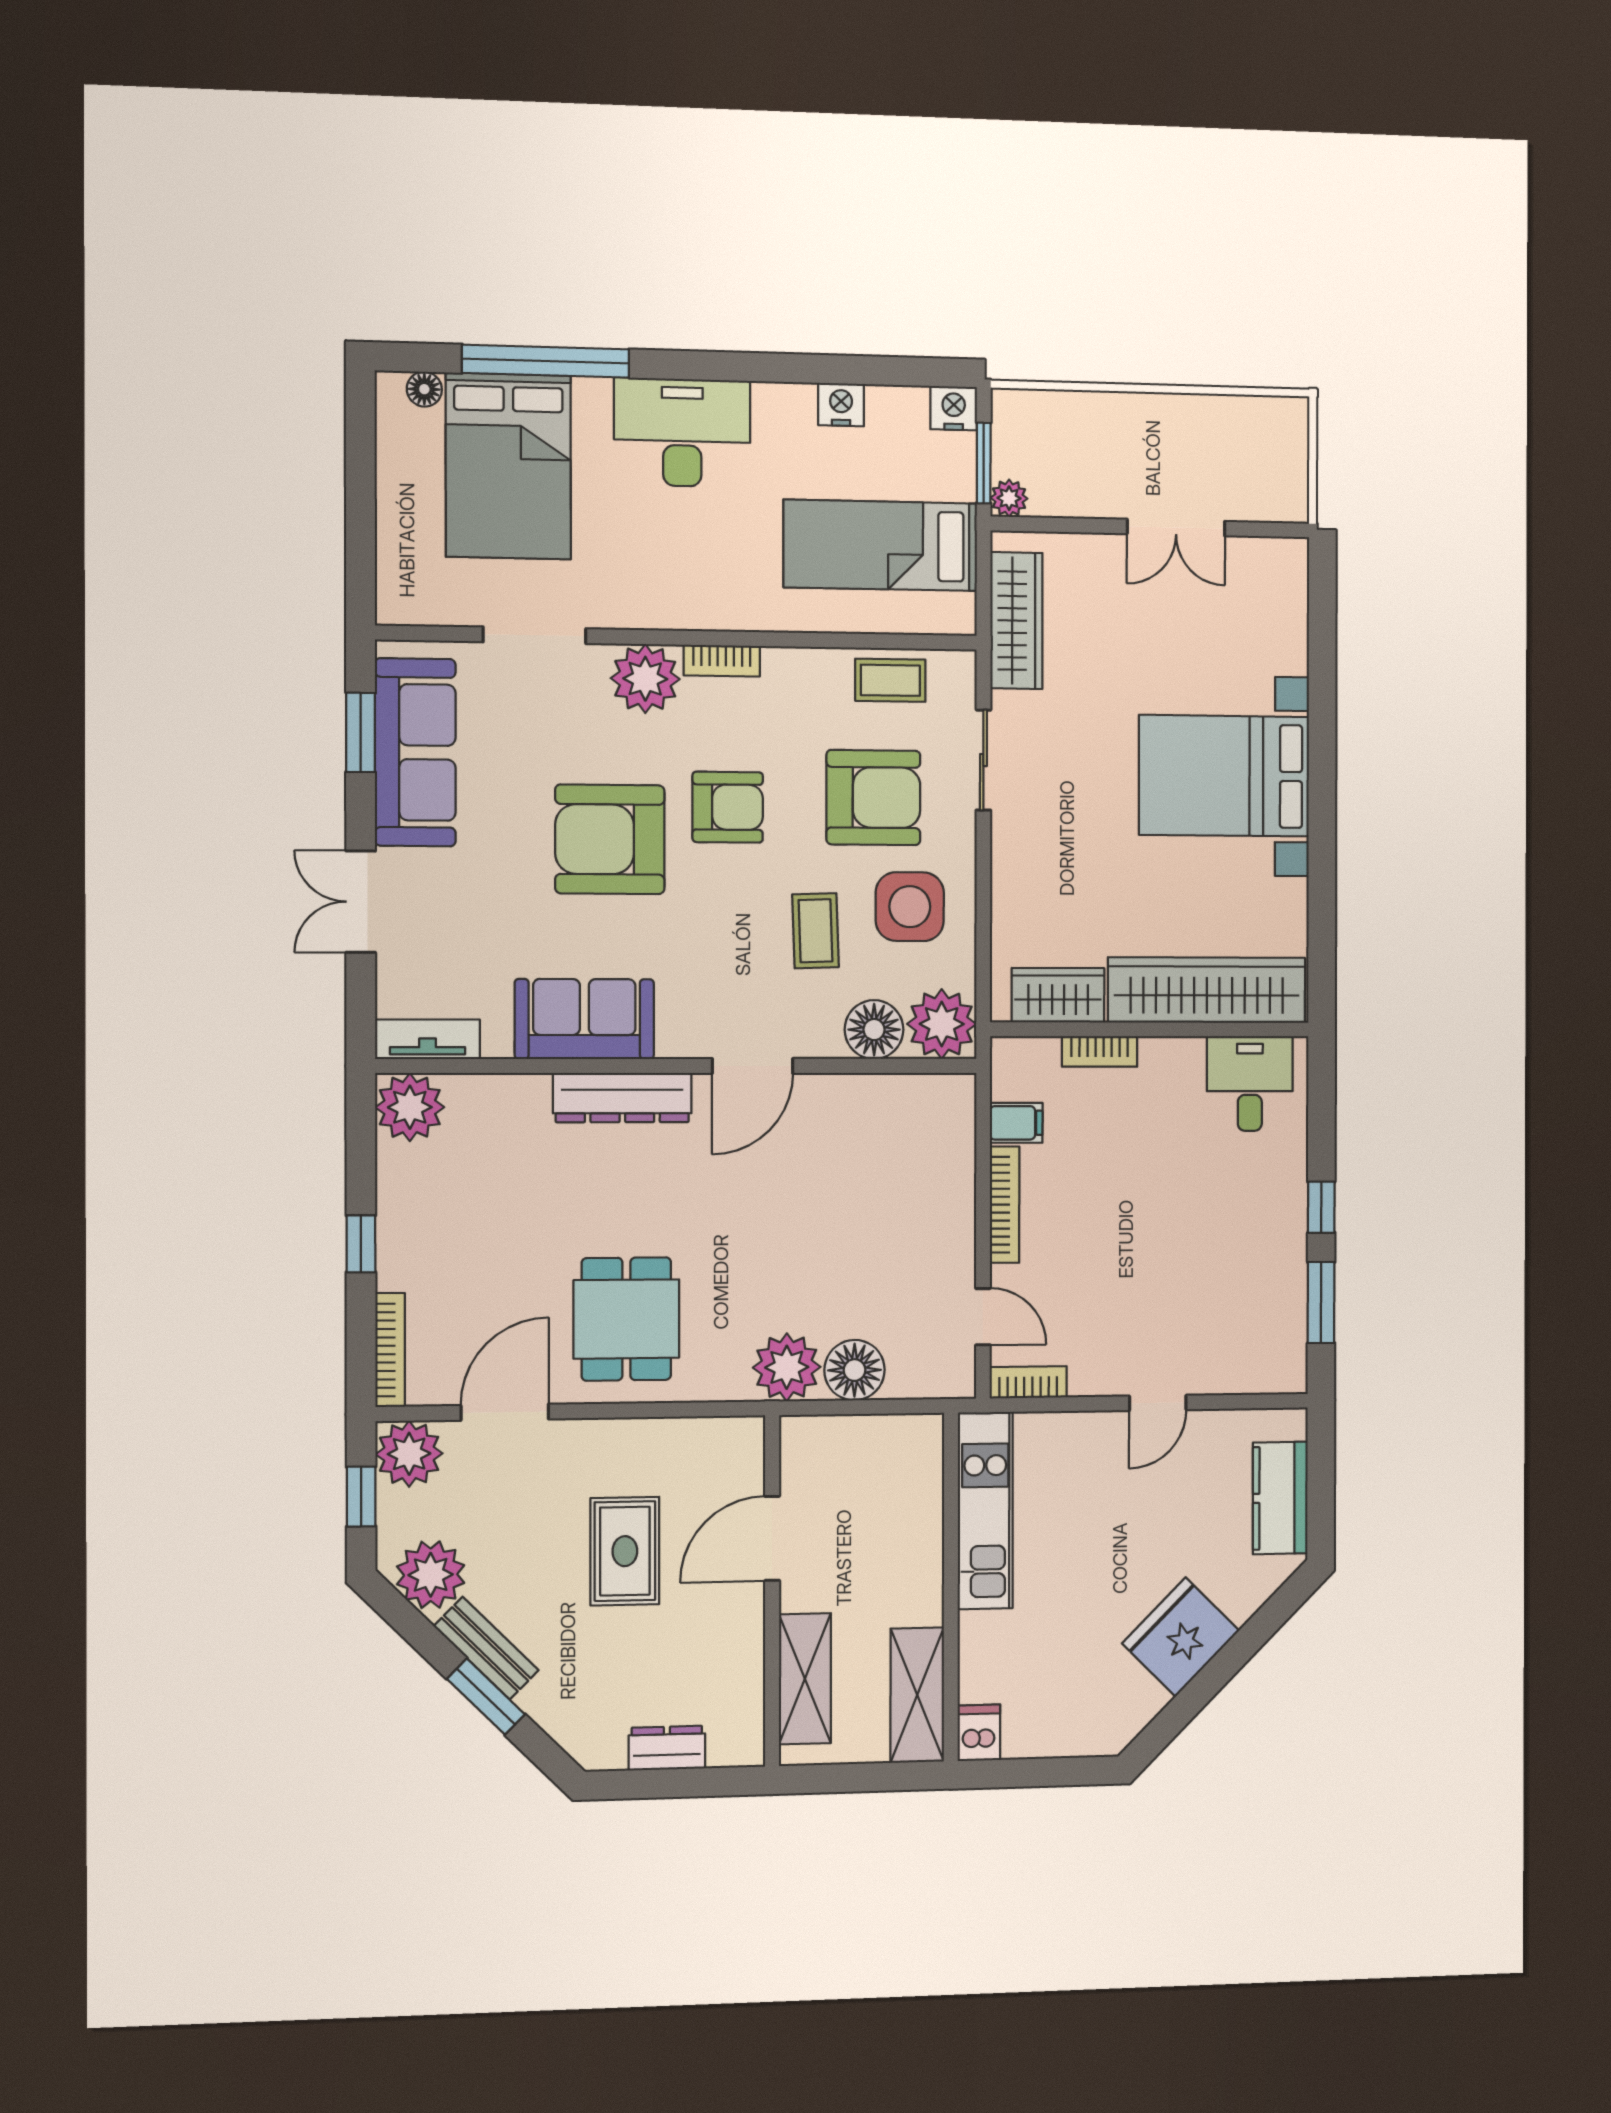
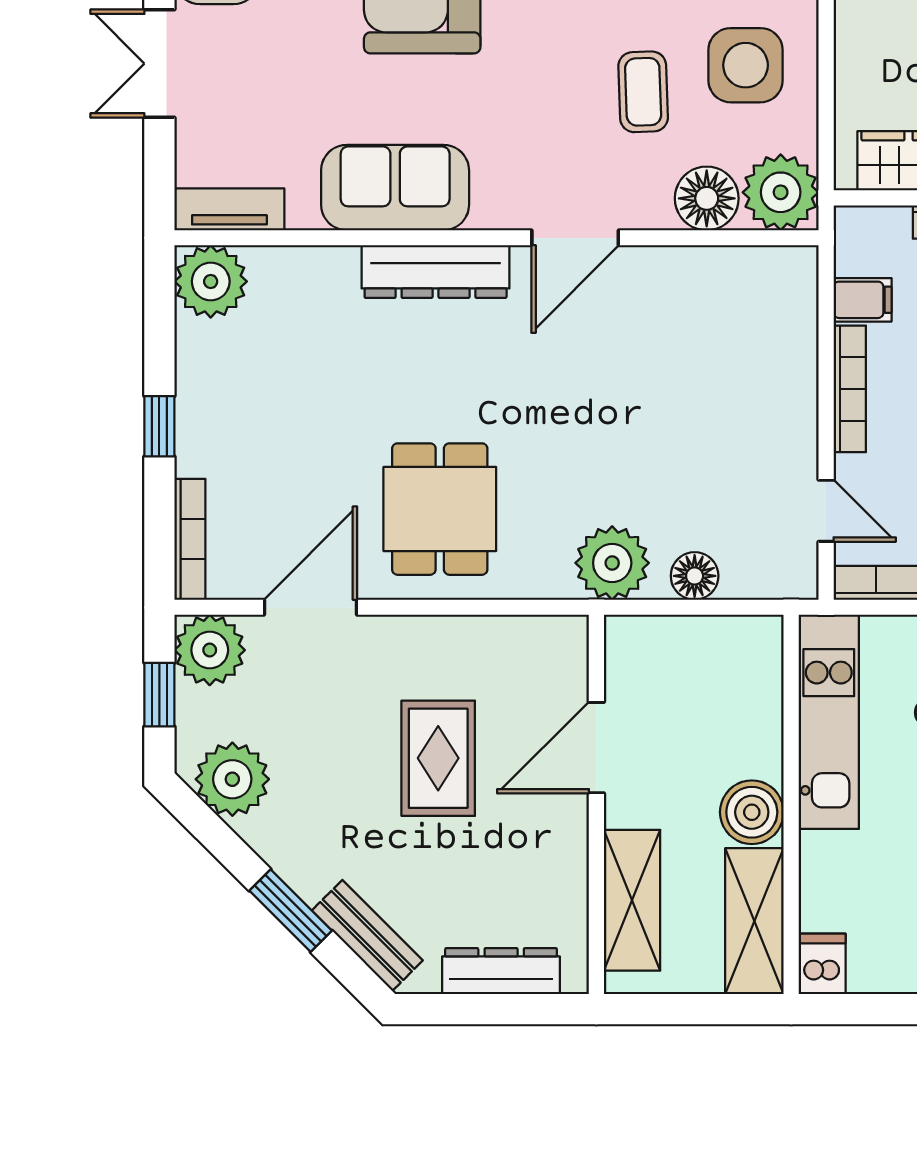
floor lamp: (854, 1370) -> (695, 576), width x0.73, depth x0.73
boiler: (915, 1595) -> (752, 812), added
bench: (486, 1648) -> (367, 935), moved
dresser: (667, 1748) -> (501, 971), width x1.44

